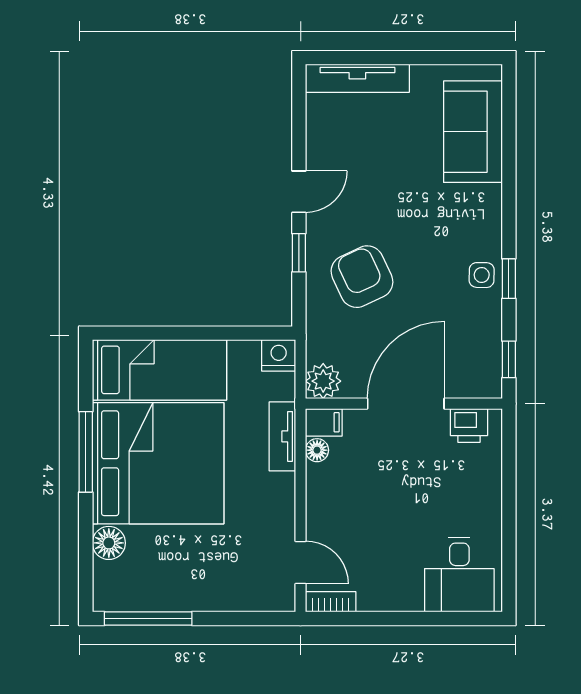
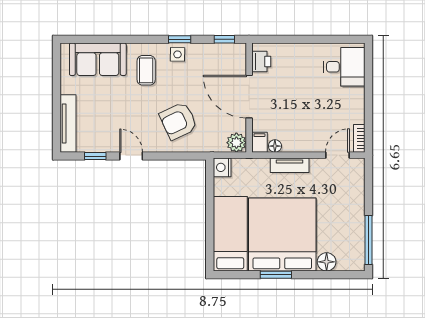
coffee table: (453, 219) -> (146, 70), added
window: (299, 253) -> (95, 156), moved
tv unit: (282, 436) -> (290, 165), moved
window: (86, 452) -> (276, 275), width x0.69

